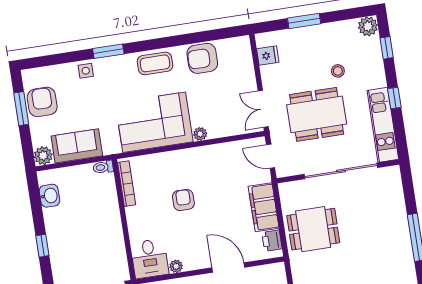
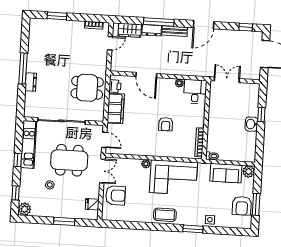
armchair: (202, 58) -> (116, 195), moved
washbasin: (49, 196) -> (251, 124), moved
dresser: (400, 219) -> (31, 82), added

